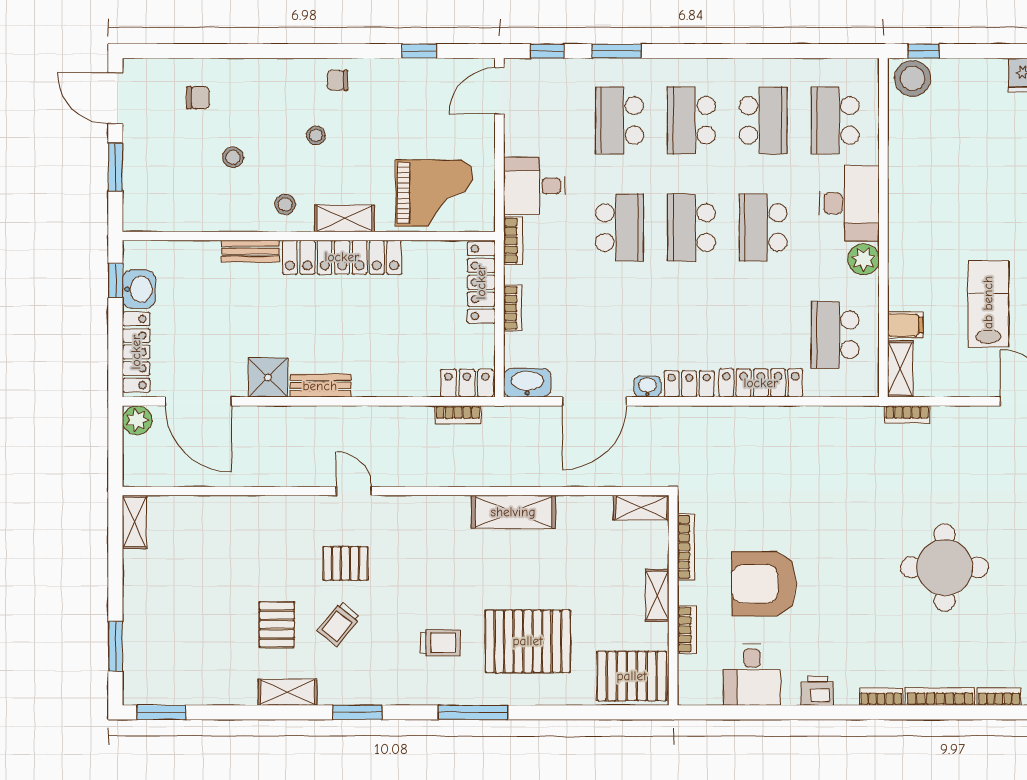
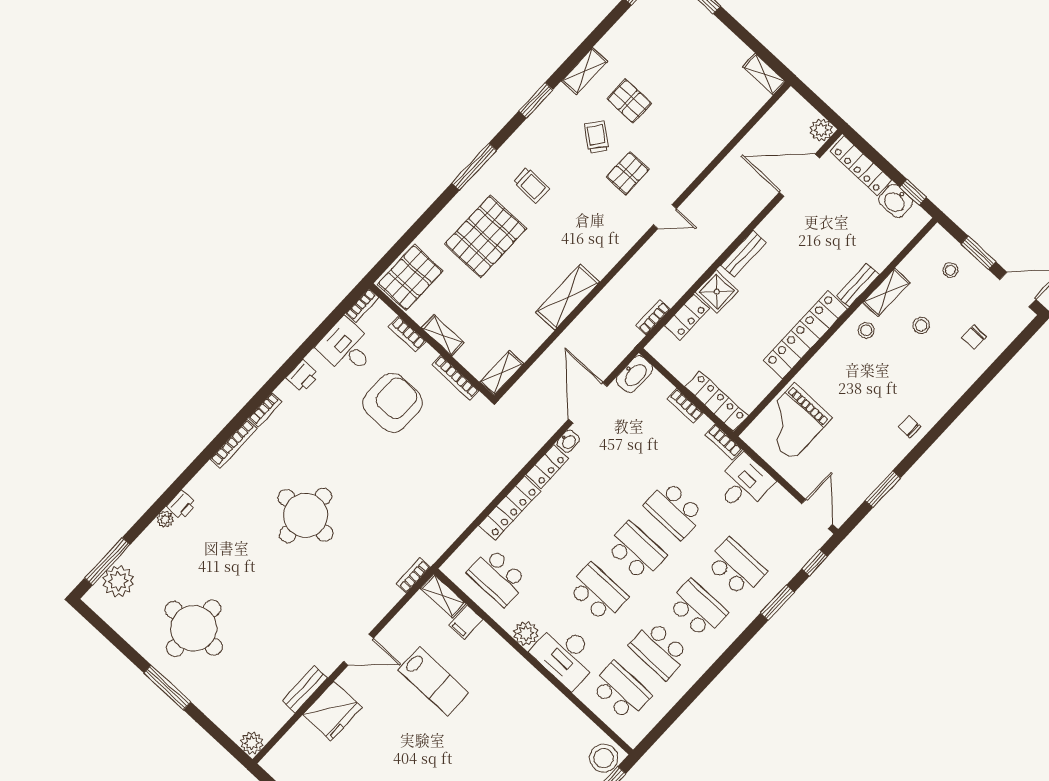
window: (419, 51) -> (883, 489), width x1.50
chair: (338, 80) -> (910, 427), turned -90
stool: (316, 135) -> (950, 270), moved
shelving: (345, 218) -> (886, 292), moved
school desk: (835, 335) -> (498, 577), turned 180
shower: (268, 377) -> (717, 292), moved
locker: (467, 383) -> (687, 317), moved
trolley: (440, 643) -> (531, 185), turned -90
bookcase: (999, 697) -> (362, 305), moved

